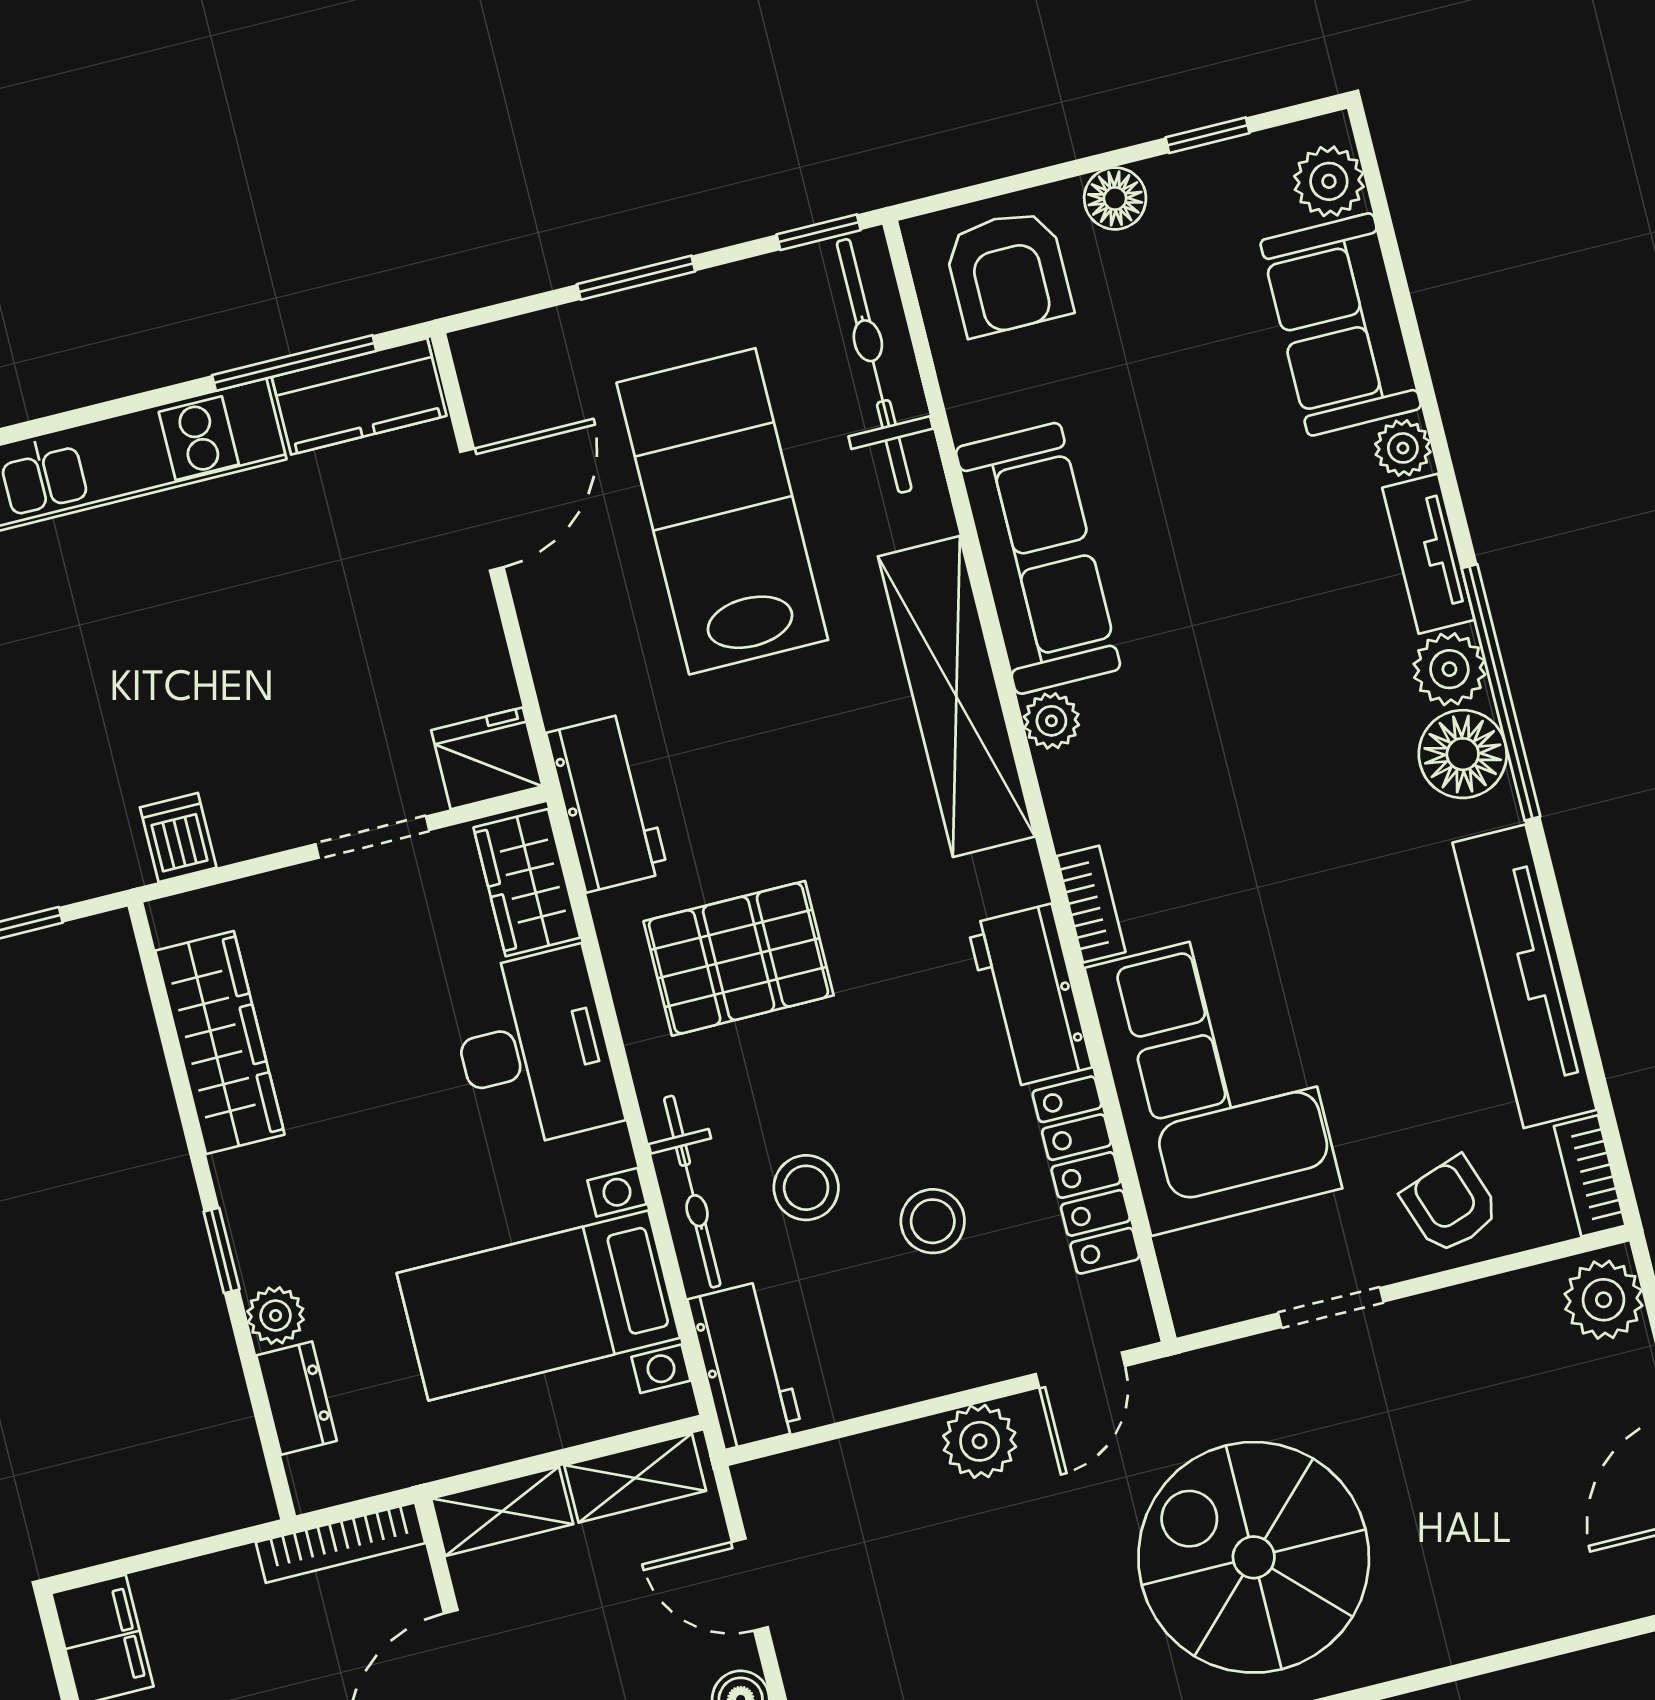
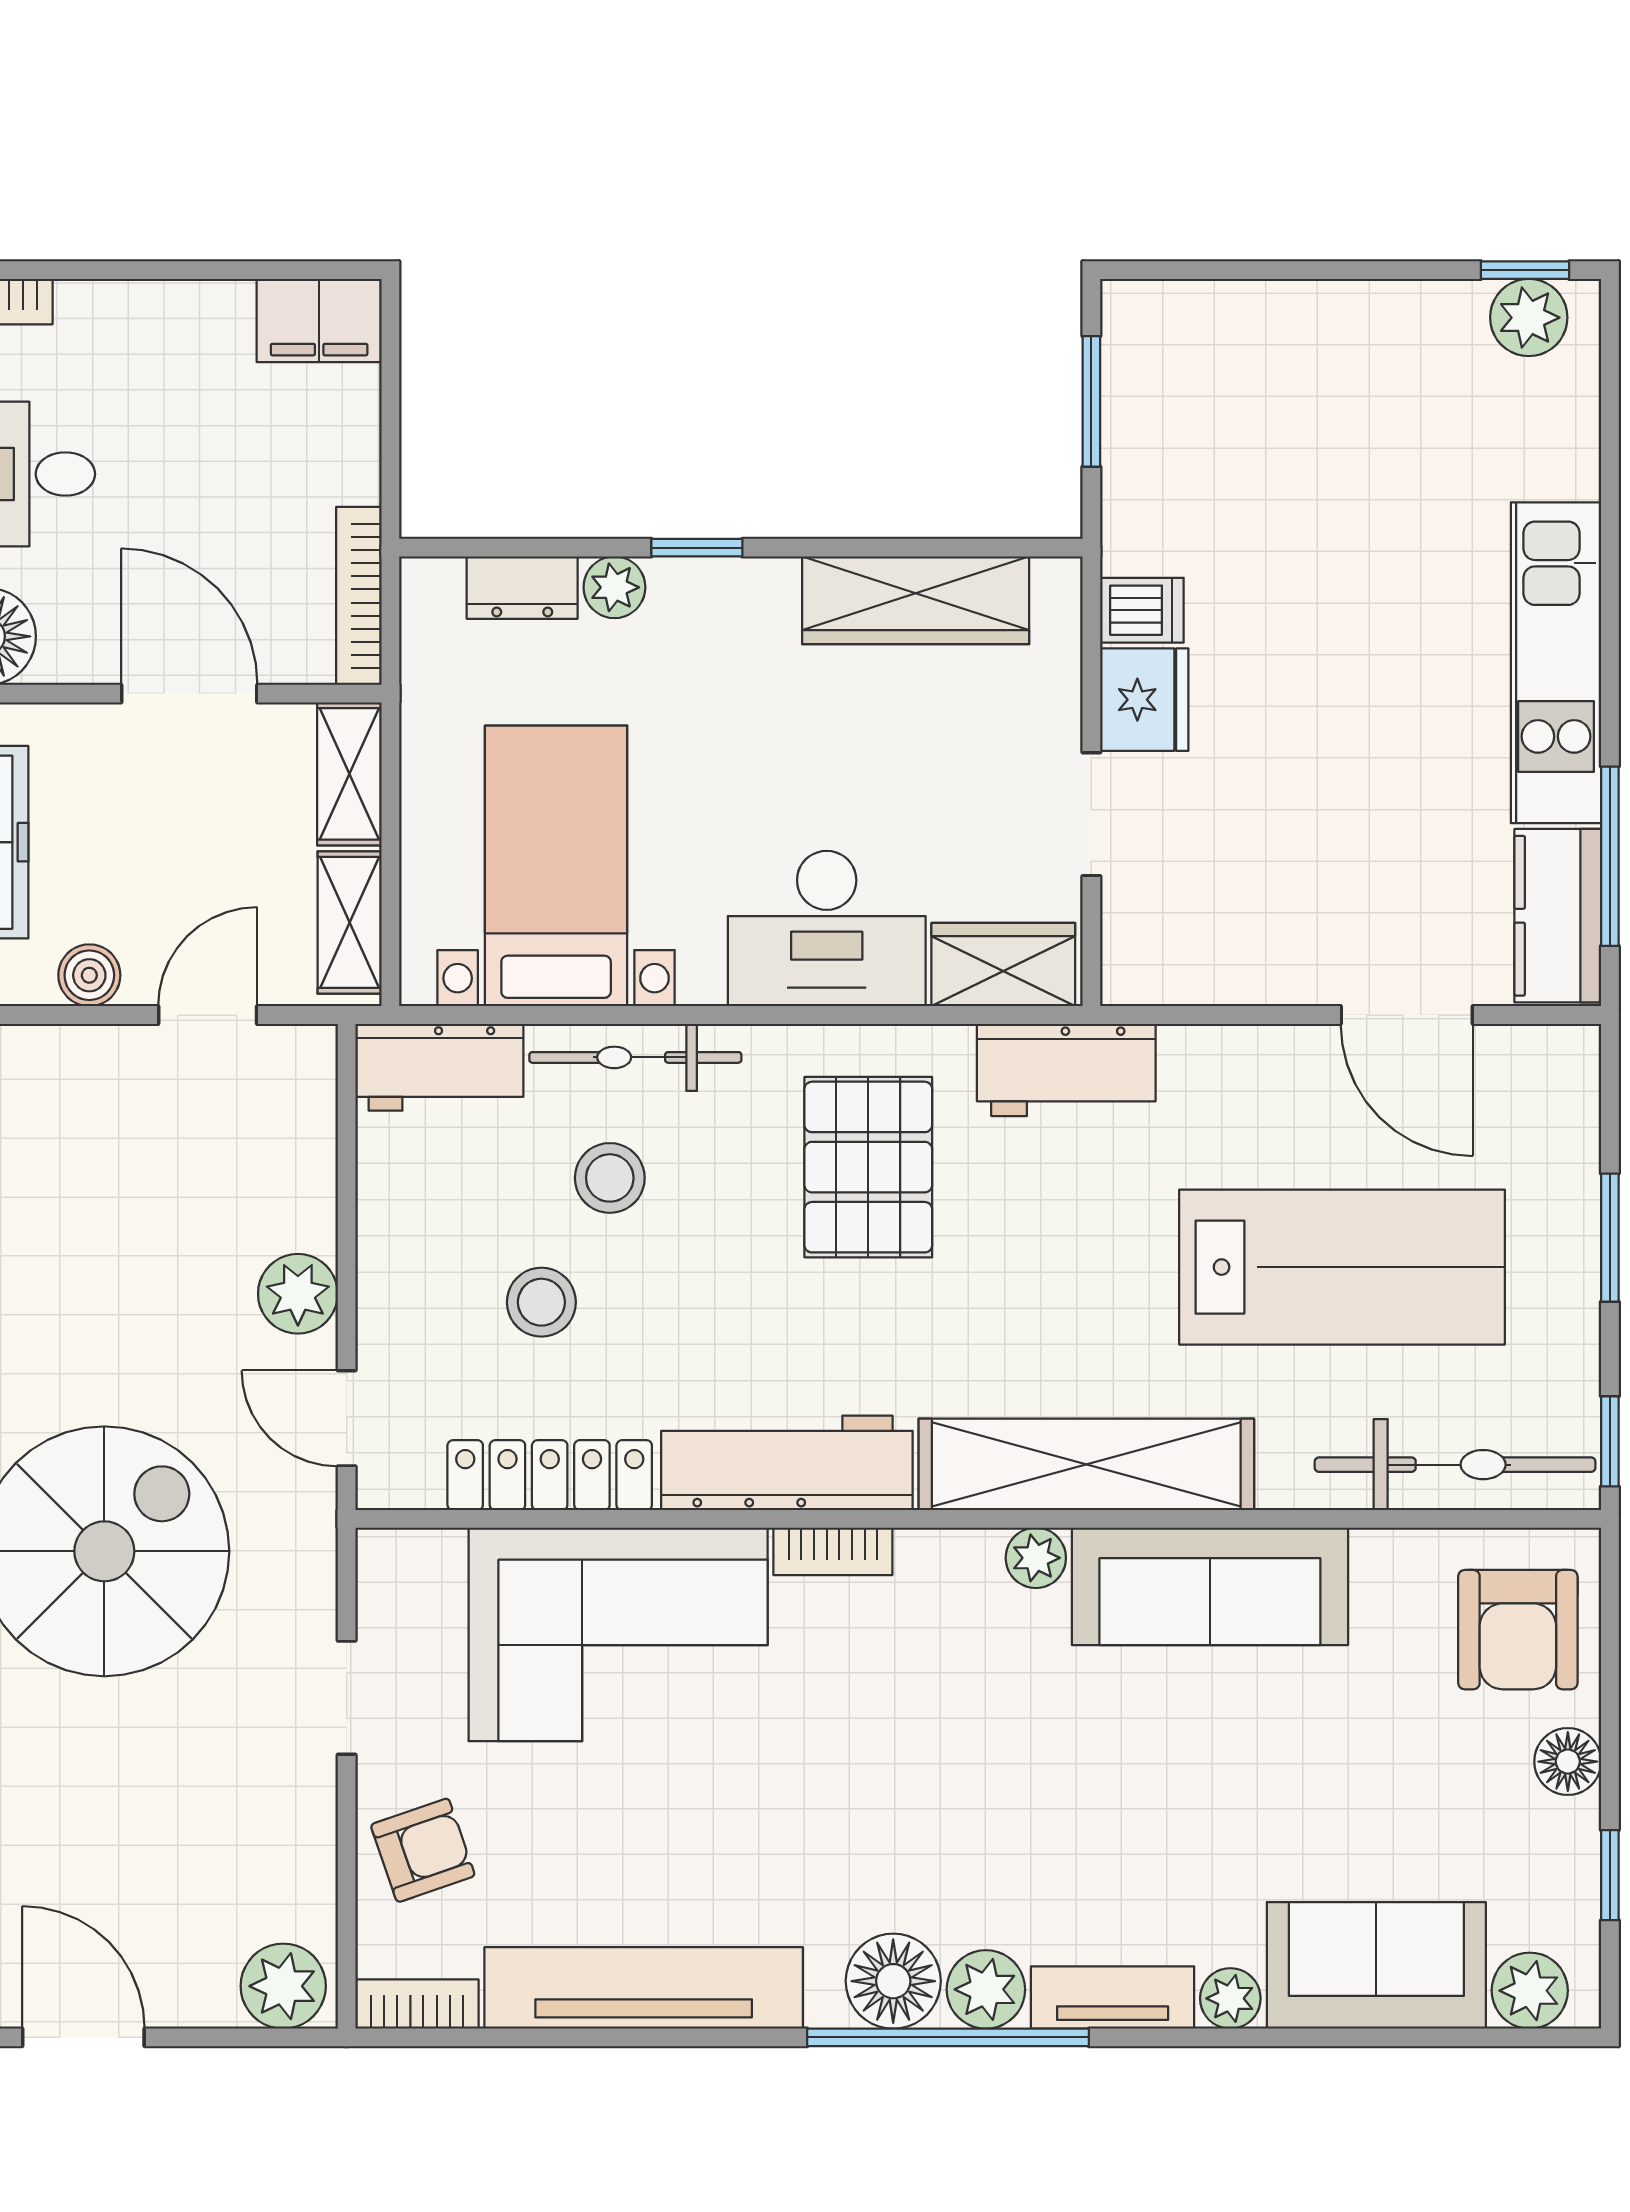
armchair: (1008, 273) -> (1518, 1630), turned -90
fridge: (487, 758) -> (1144, 700), moved
workbench: (1030, 996) -> (787, 1463), width x1.38

